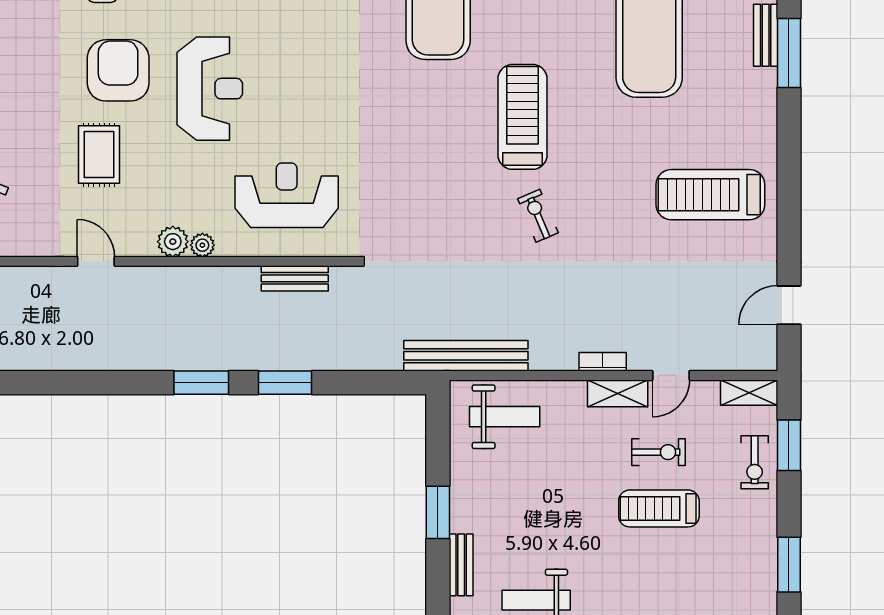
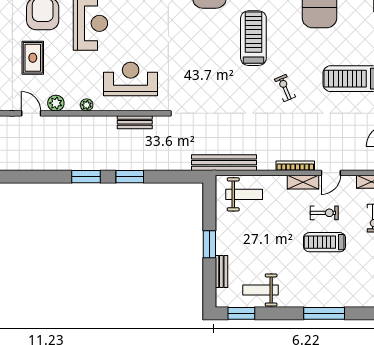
exercise bike: (538, 216) -> (285, 88), moved
plant: (173, 242) -> (56, 103), moved
bookcase: (603, 362) -> (295, 166), width x1.56

